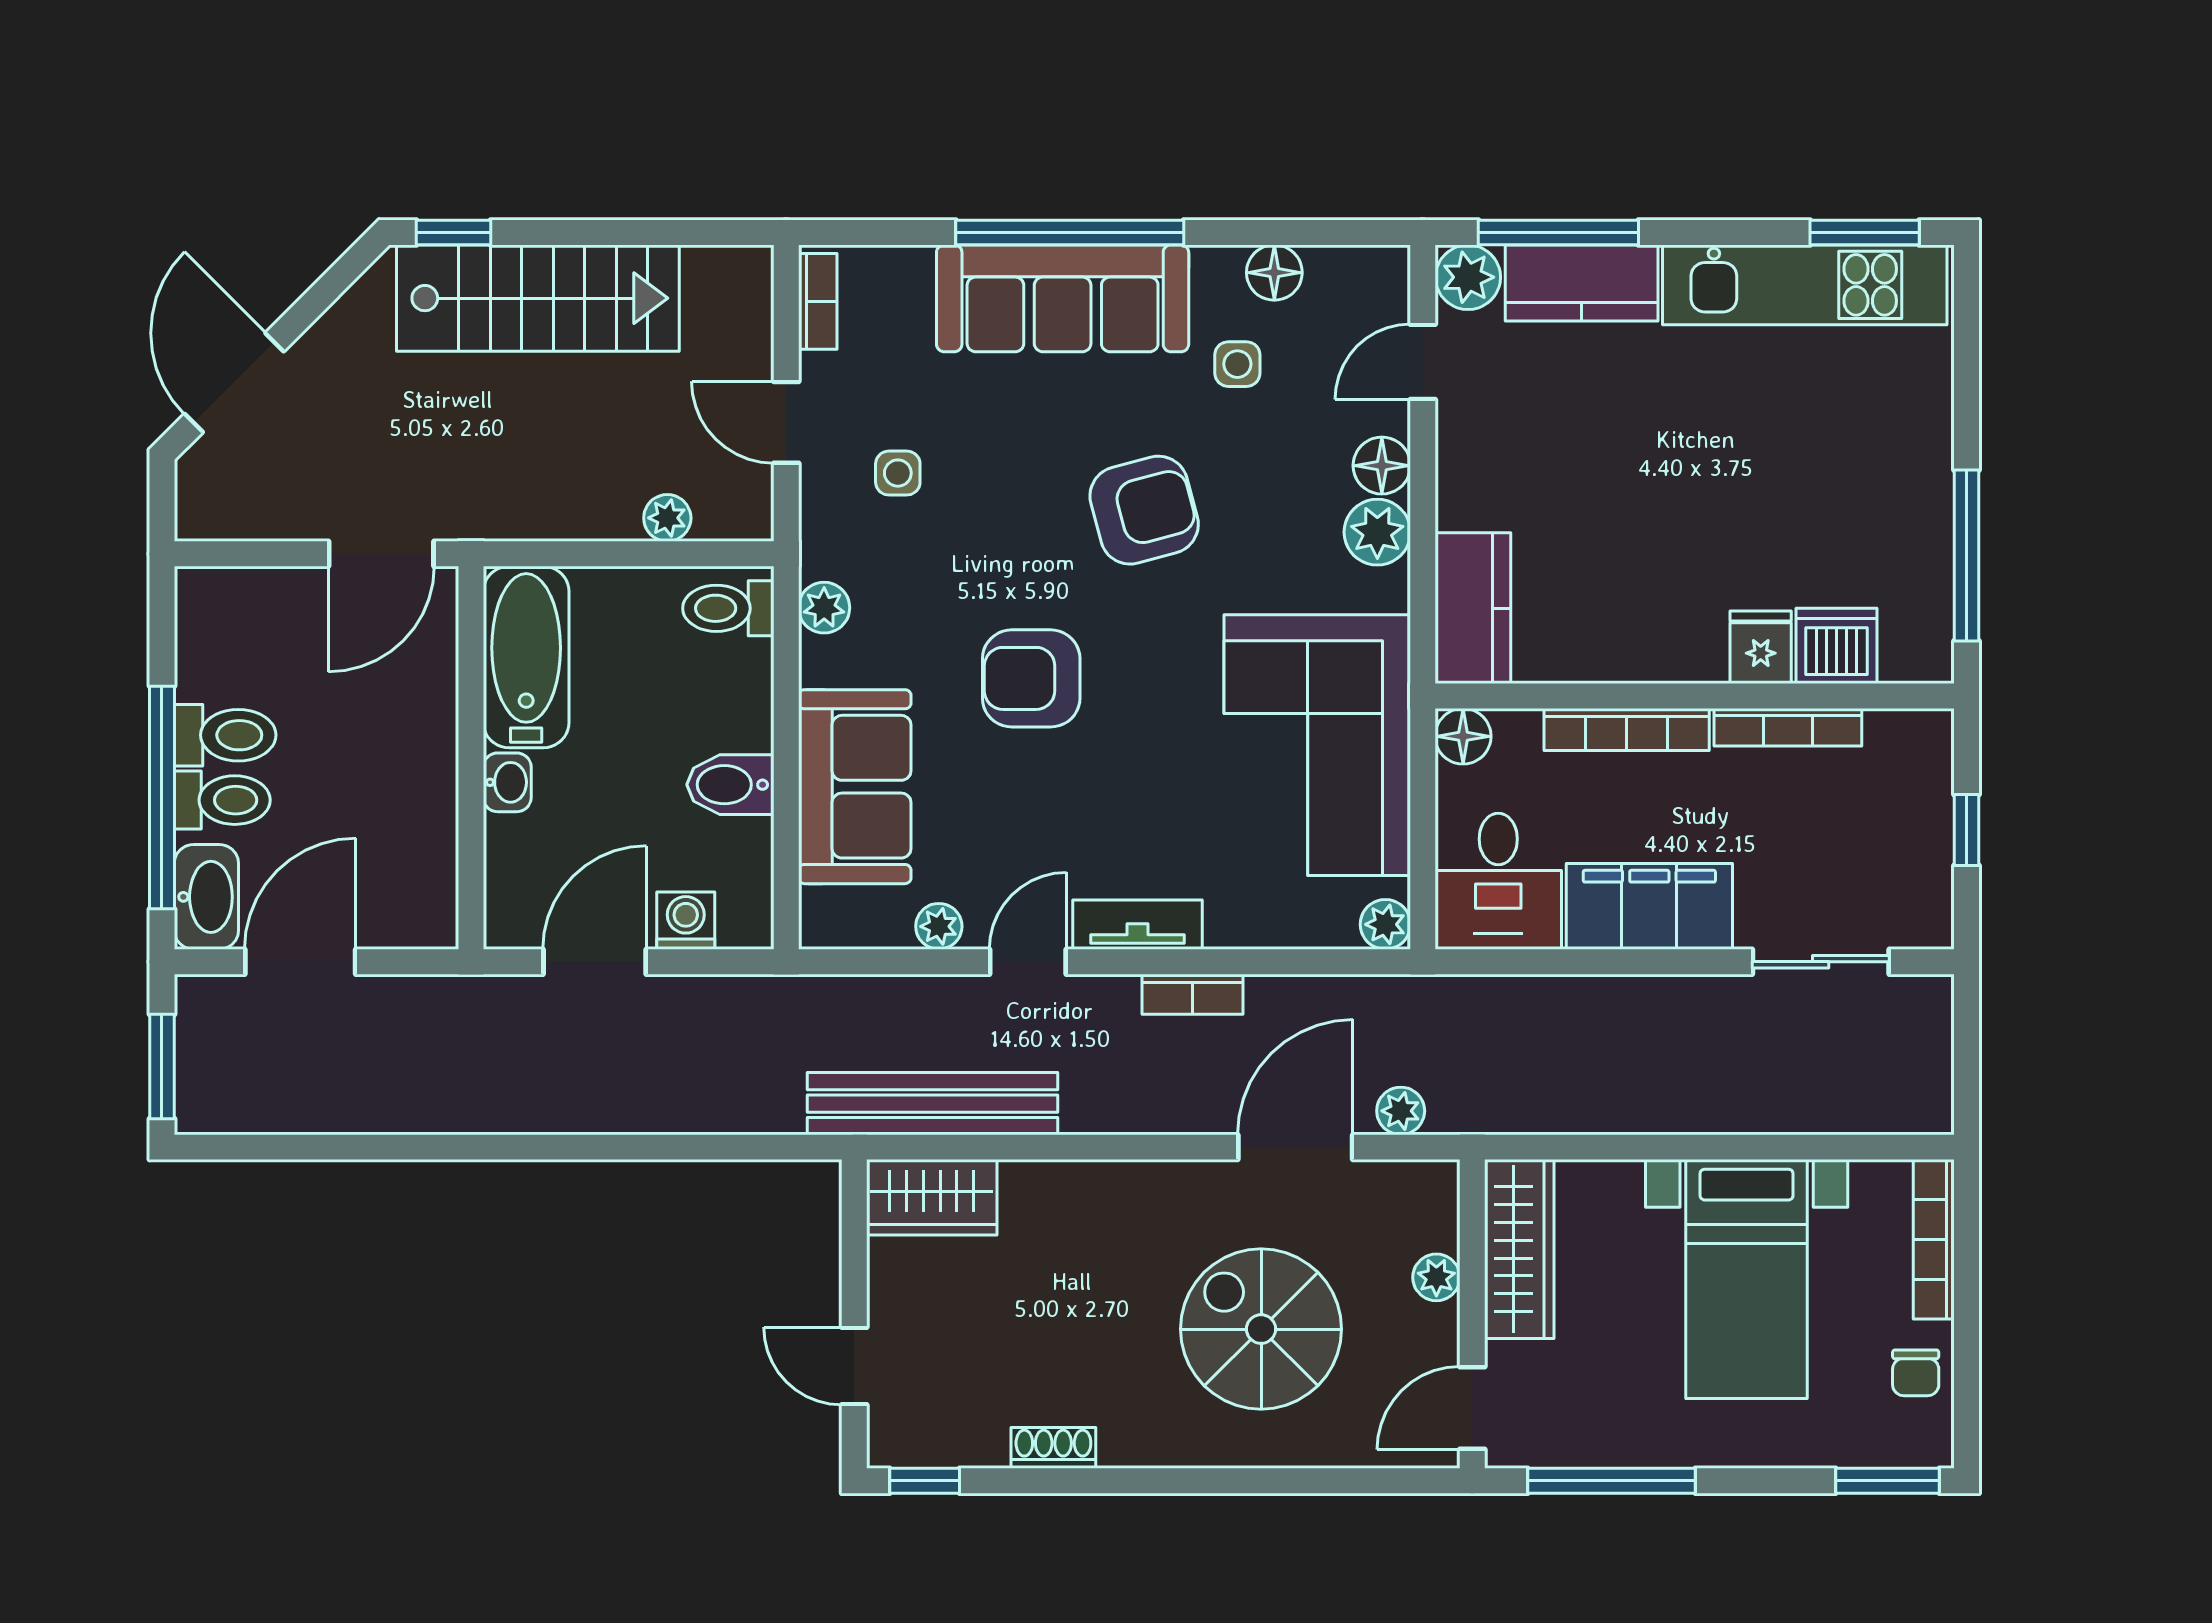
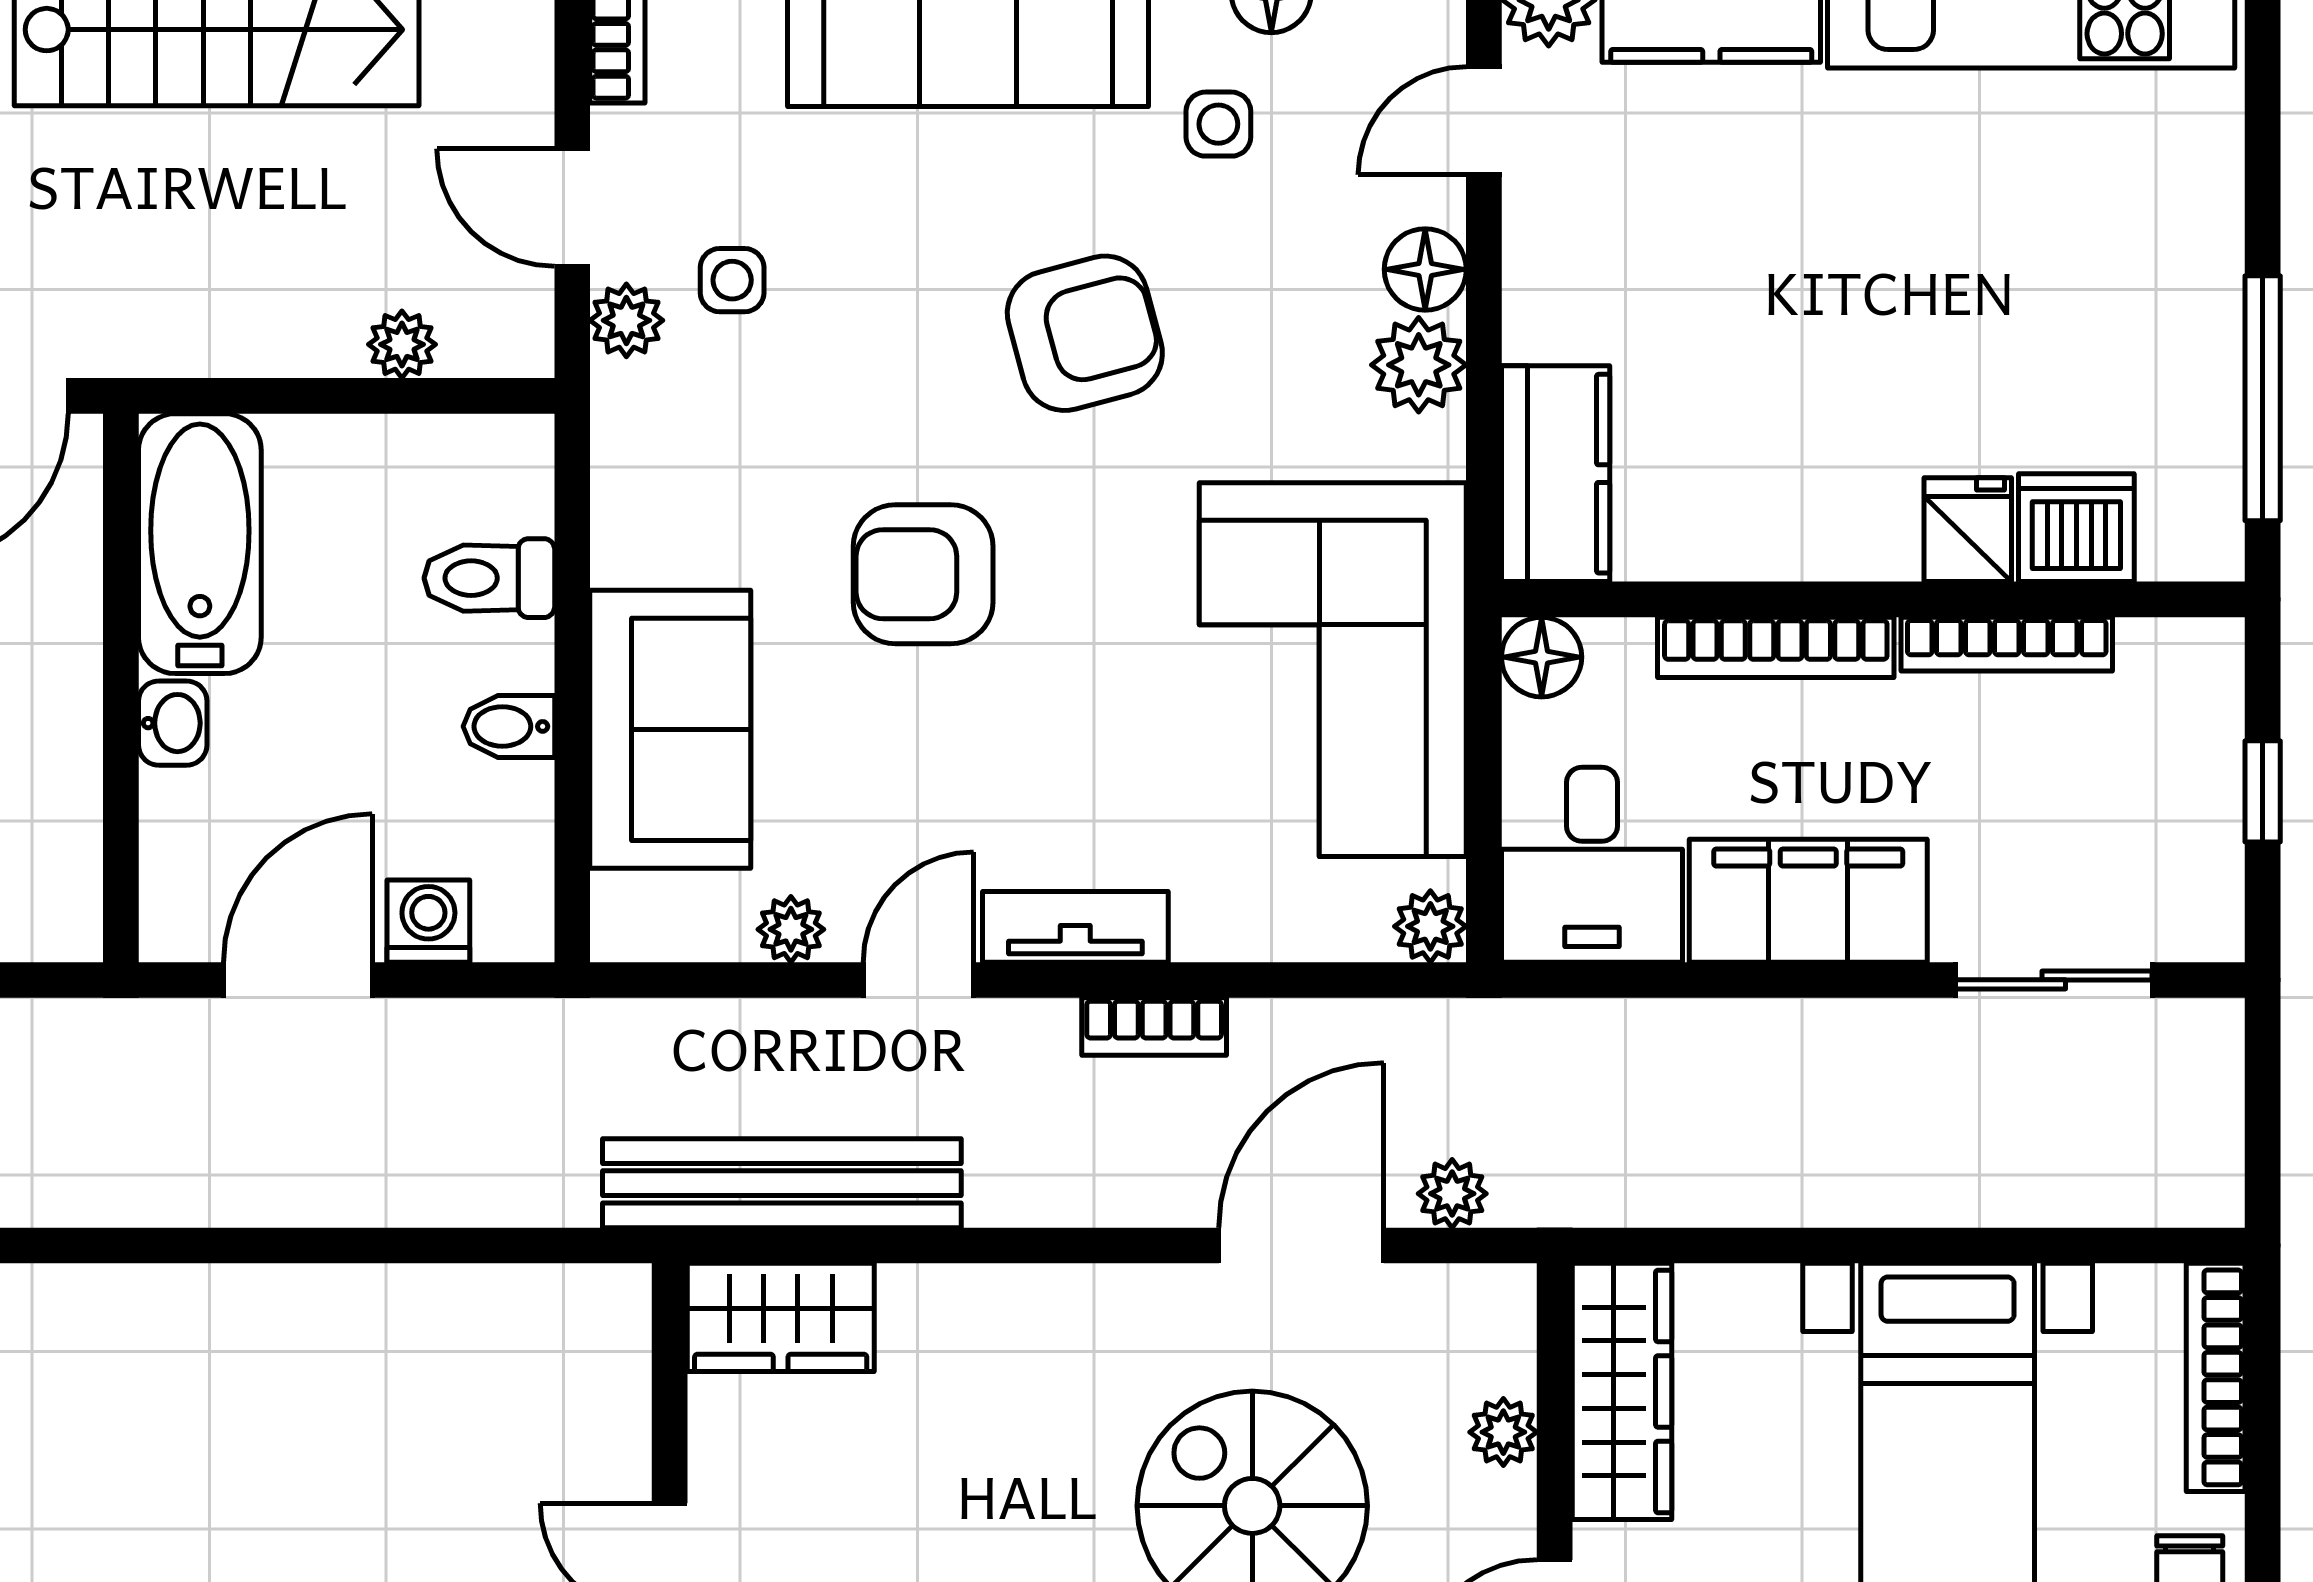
toilet: (728, 608) -> (489, 578), moved
plant: (824, 608) -> (626, 320), moved
bidet: (730, 785) -> (509, 726), width x0.72, depth x0.74

